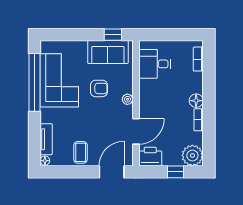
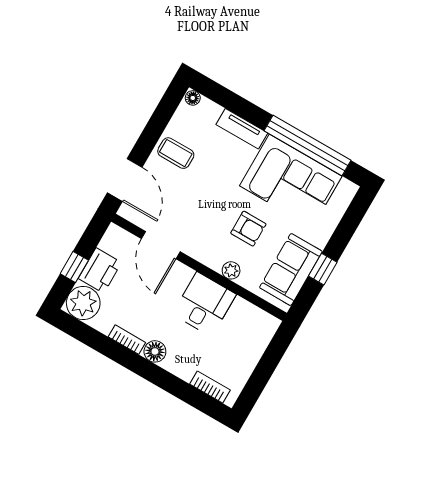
window: (113, 35) -> (323, 269), moved
desk: (155, 64) -> (204, 304), moved
armchair: (99, 88) -> (248, 229), turned -90
plant: (127, 99) -> (231, 270), moved
tv unit: (46, 139) -> (242, 129), moved
printer: (150, 157) -> (100, 270), moved

